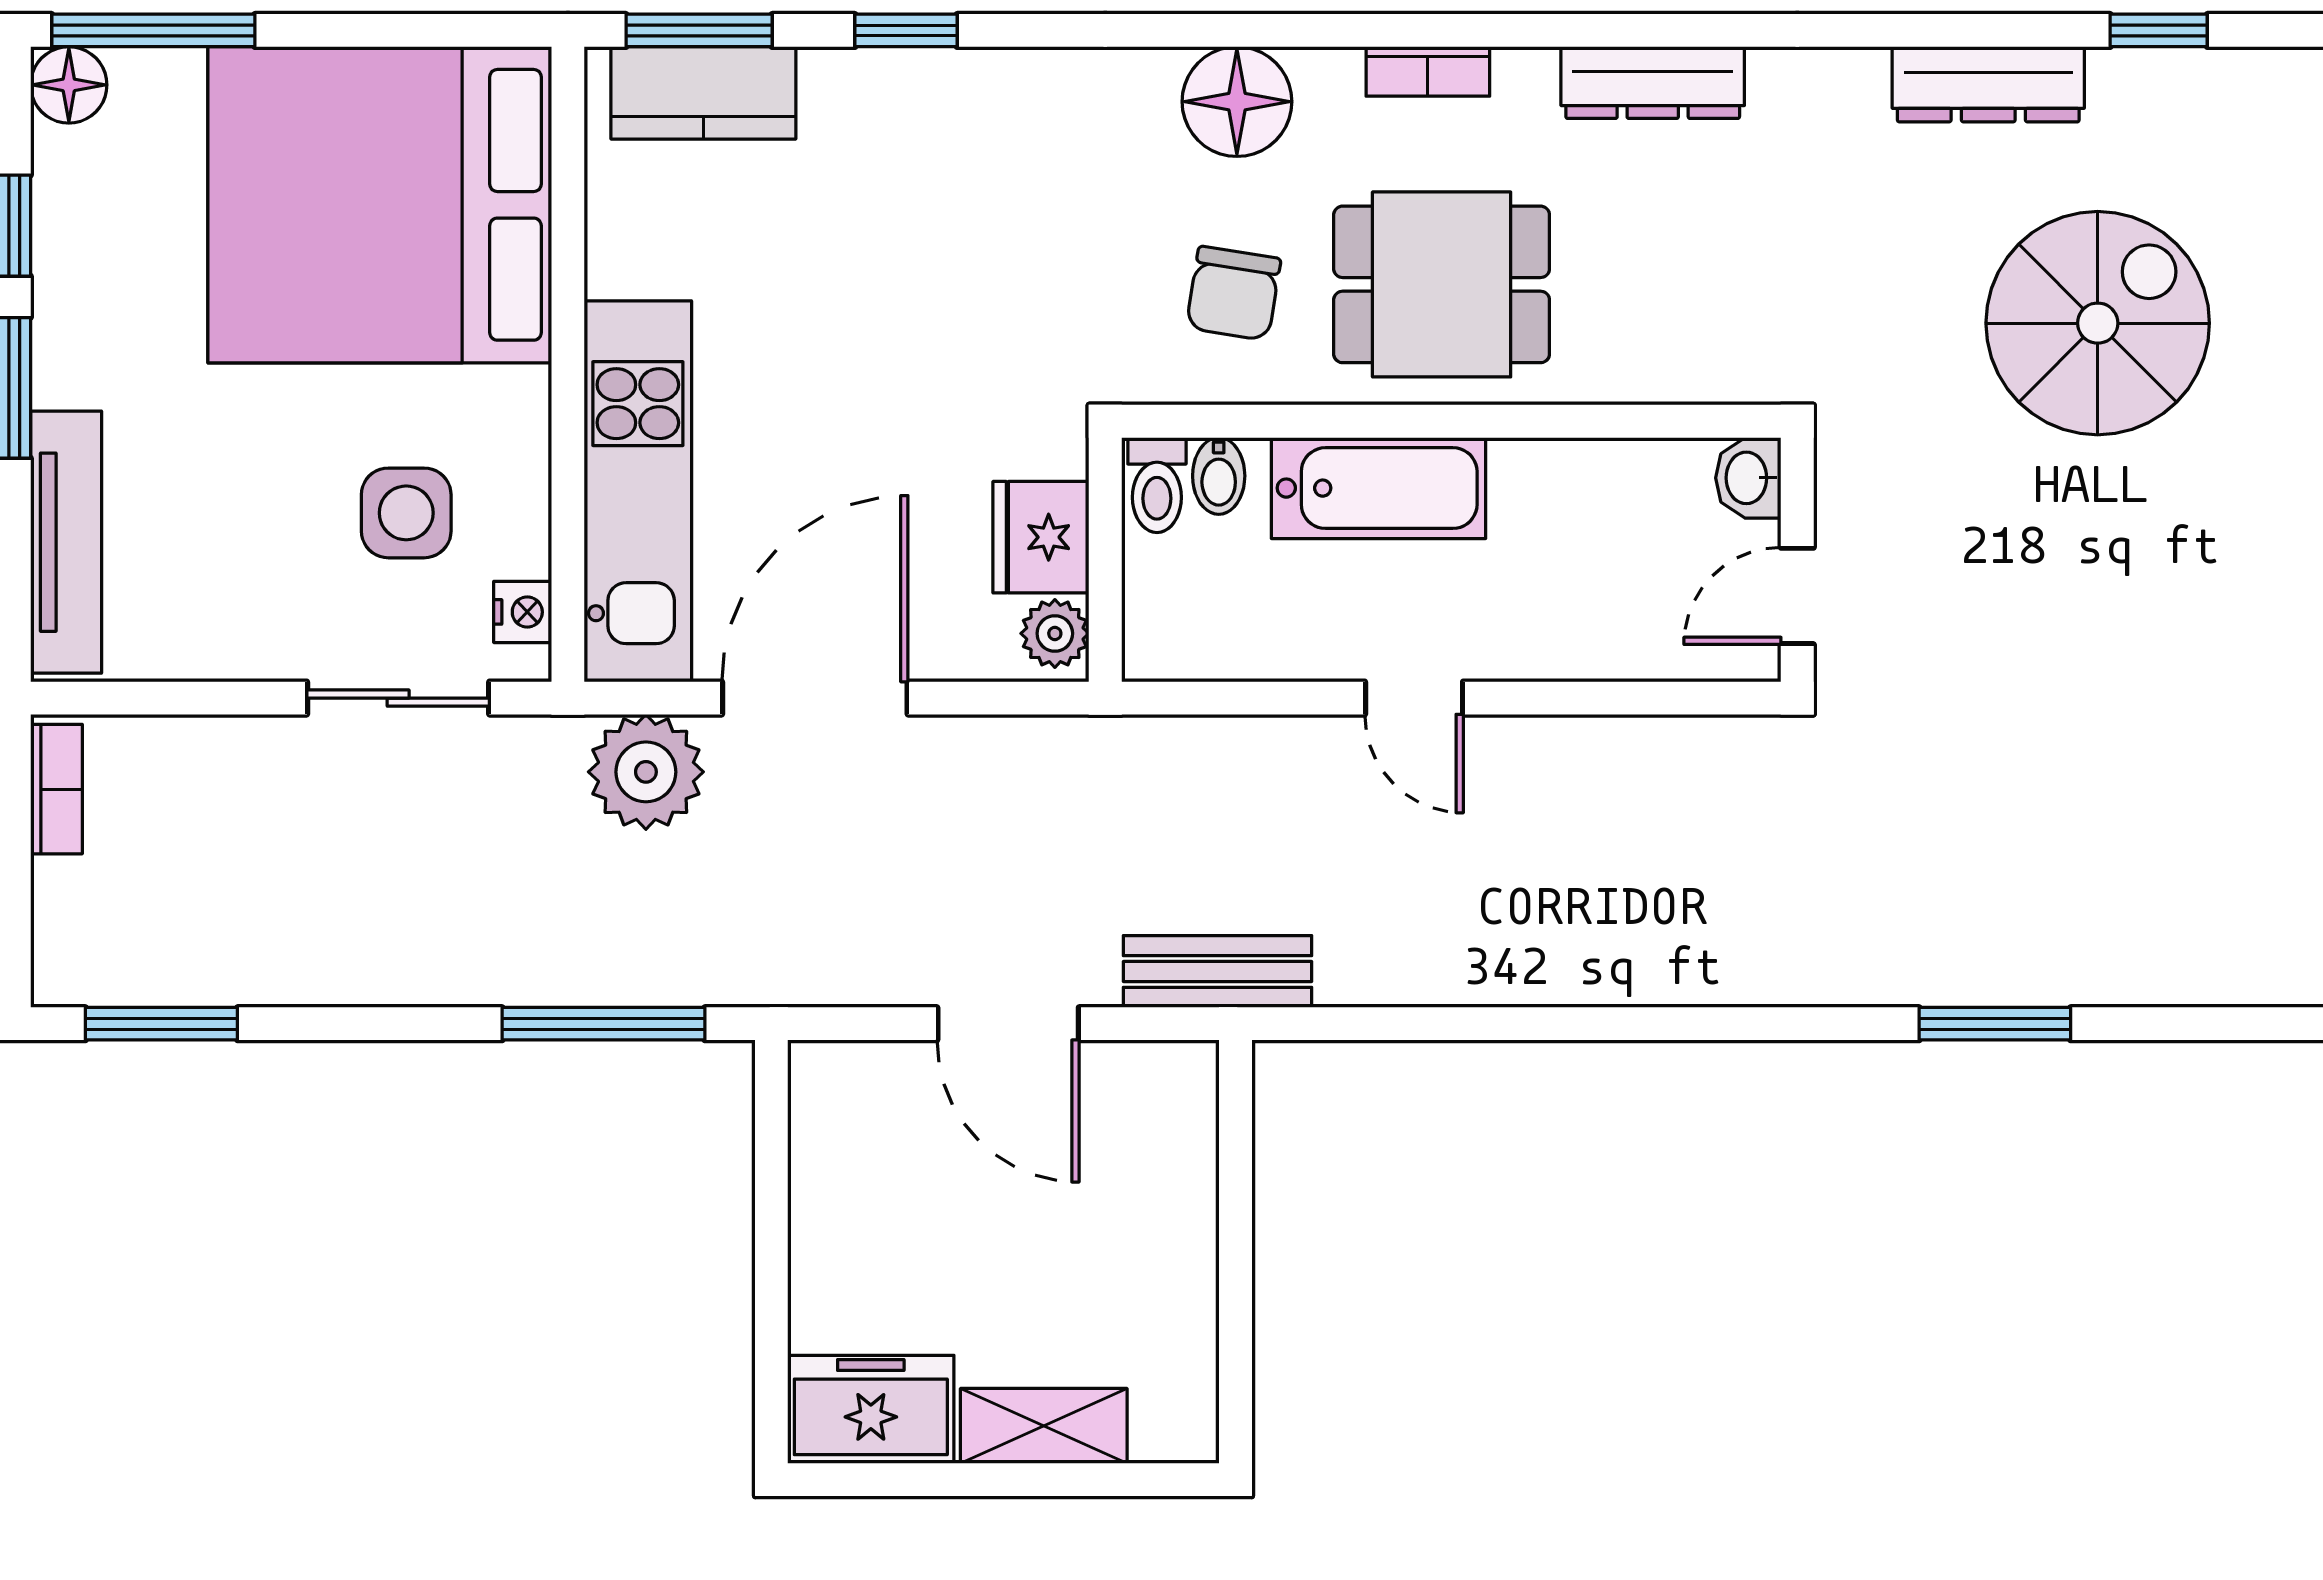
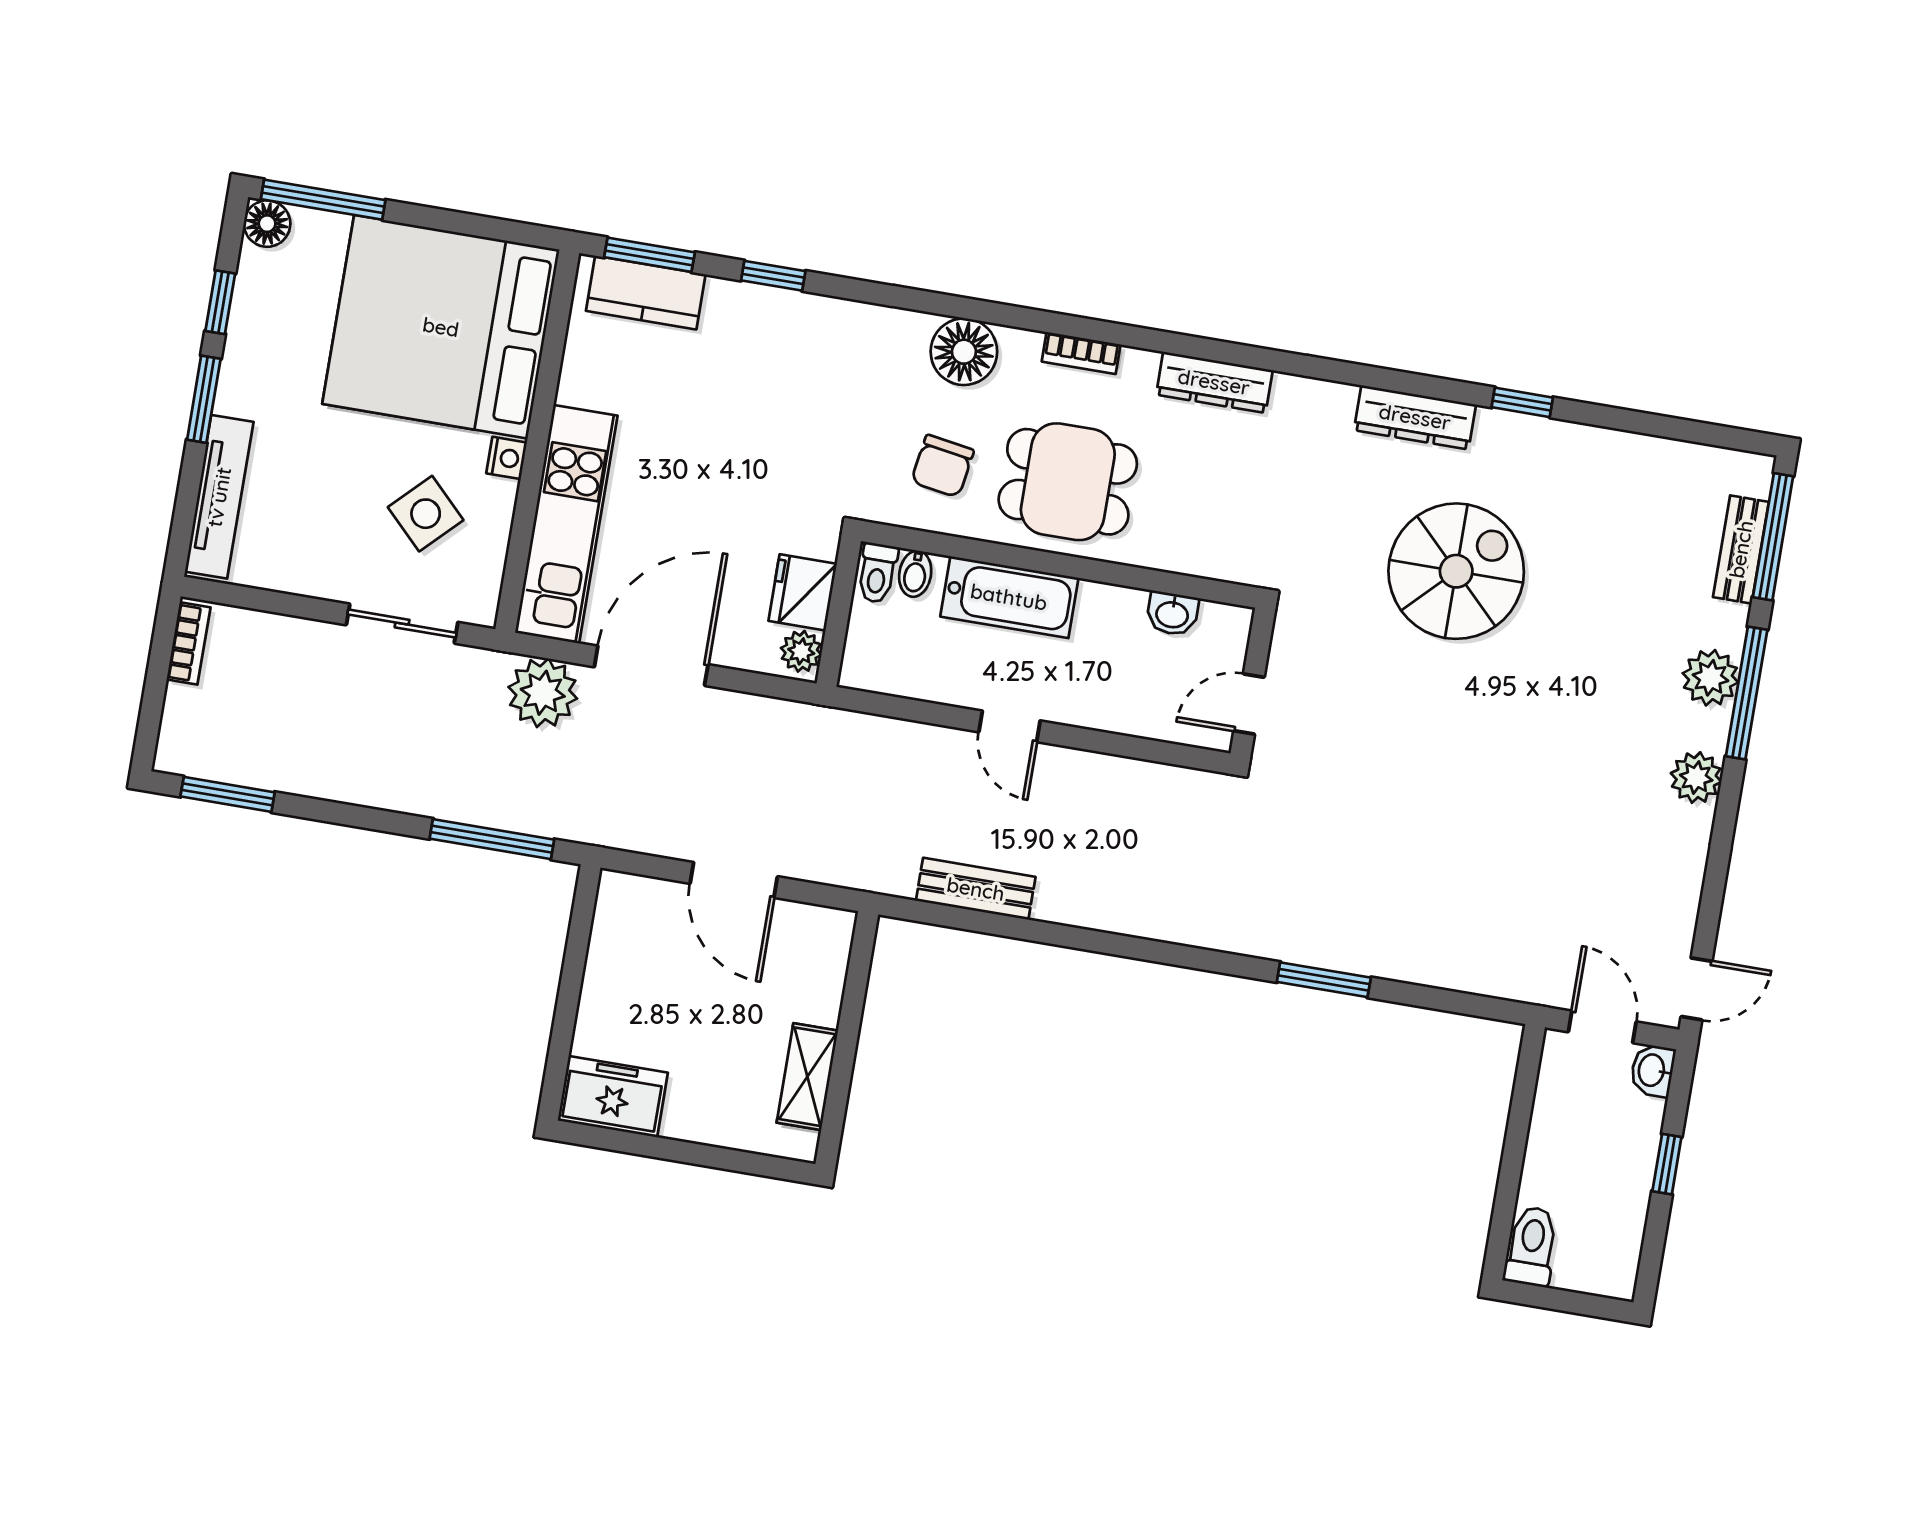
washbasin: (1748, 478) -> (1172, 614), moved, turned -90
side table: (406, 513) -> (426, 514), turned 45
nightstand: (523, 612) -> (507, 458), moved
bench: (1217, 971) -> (976, 889), moved
shelving: (1044, 1426) -> (807, 1077), moved, turned 90

